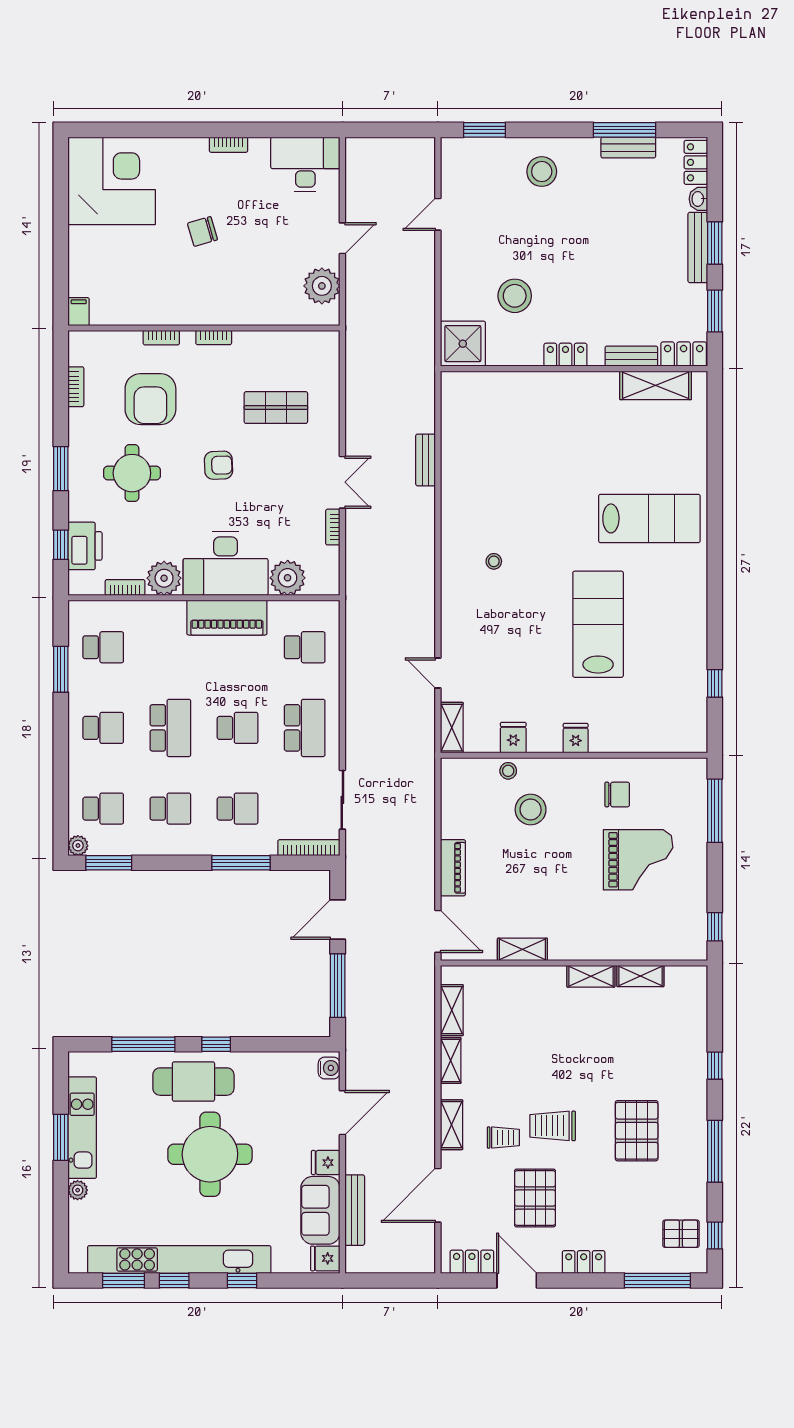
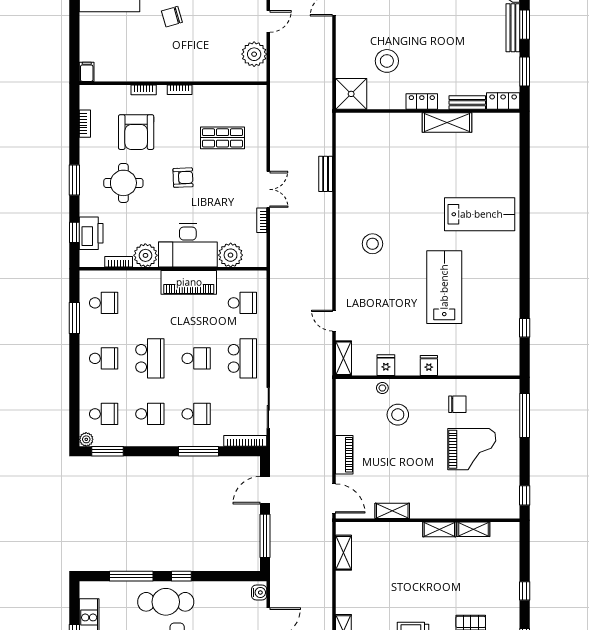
shelving: (656, 385) -> (447, 123), moved
stool: (494, 561) -> (372, 244), width x1.89, depth x1.89
shelving: (451, 1060) -> (343, 587), removed

